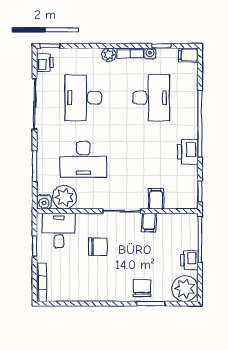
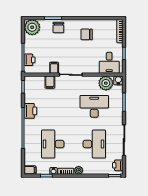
chair: (98, 247) -> (87, 34), moved
printer: (189, 260) -> (30, 60), moved

